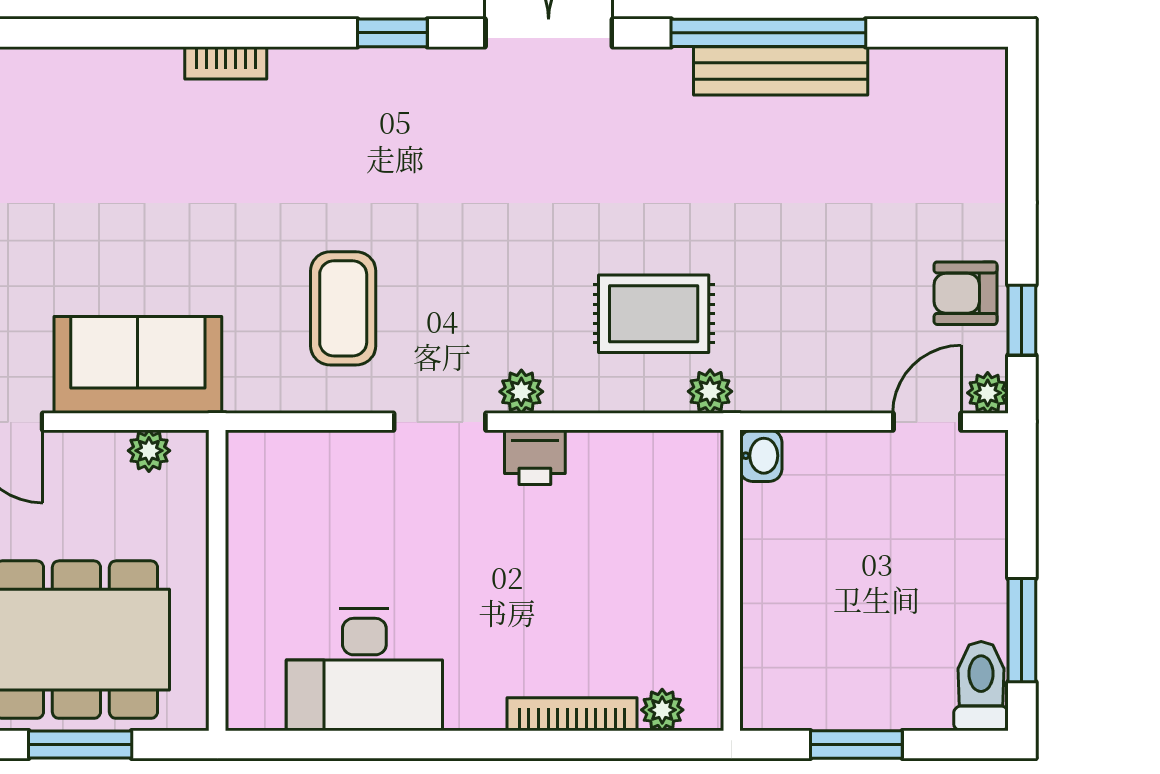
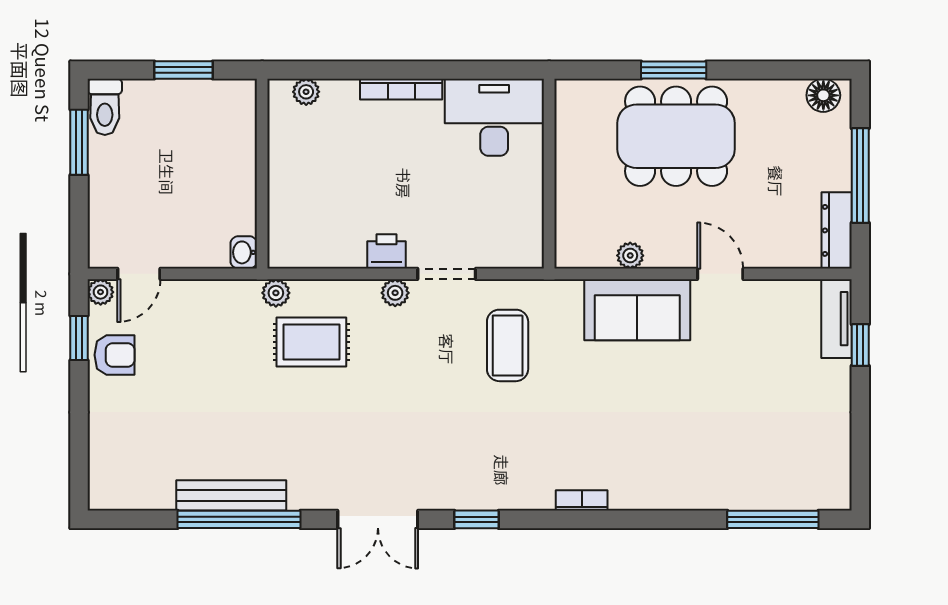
wall: (217, 580) -> (549, 174), moved
bookcase: (572, 714) -> (401, 89), moved

